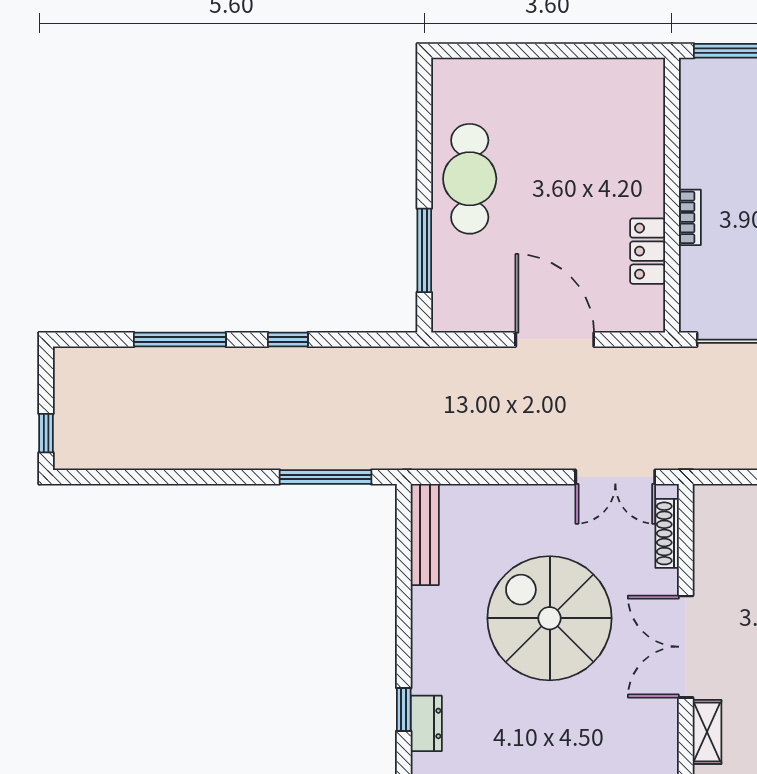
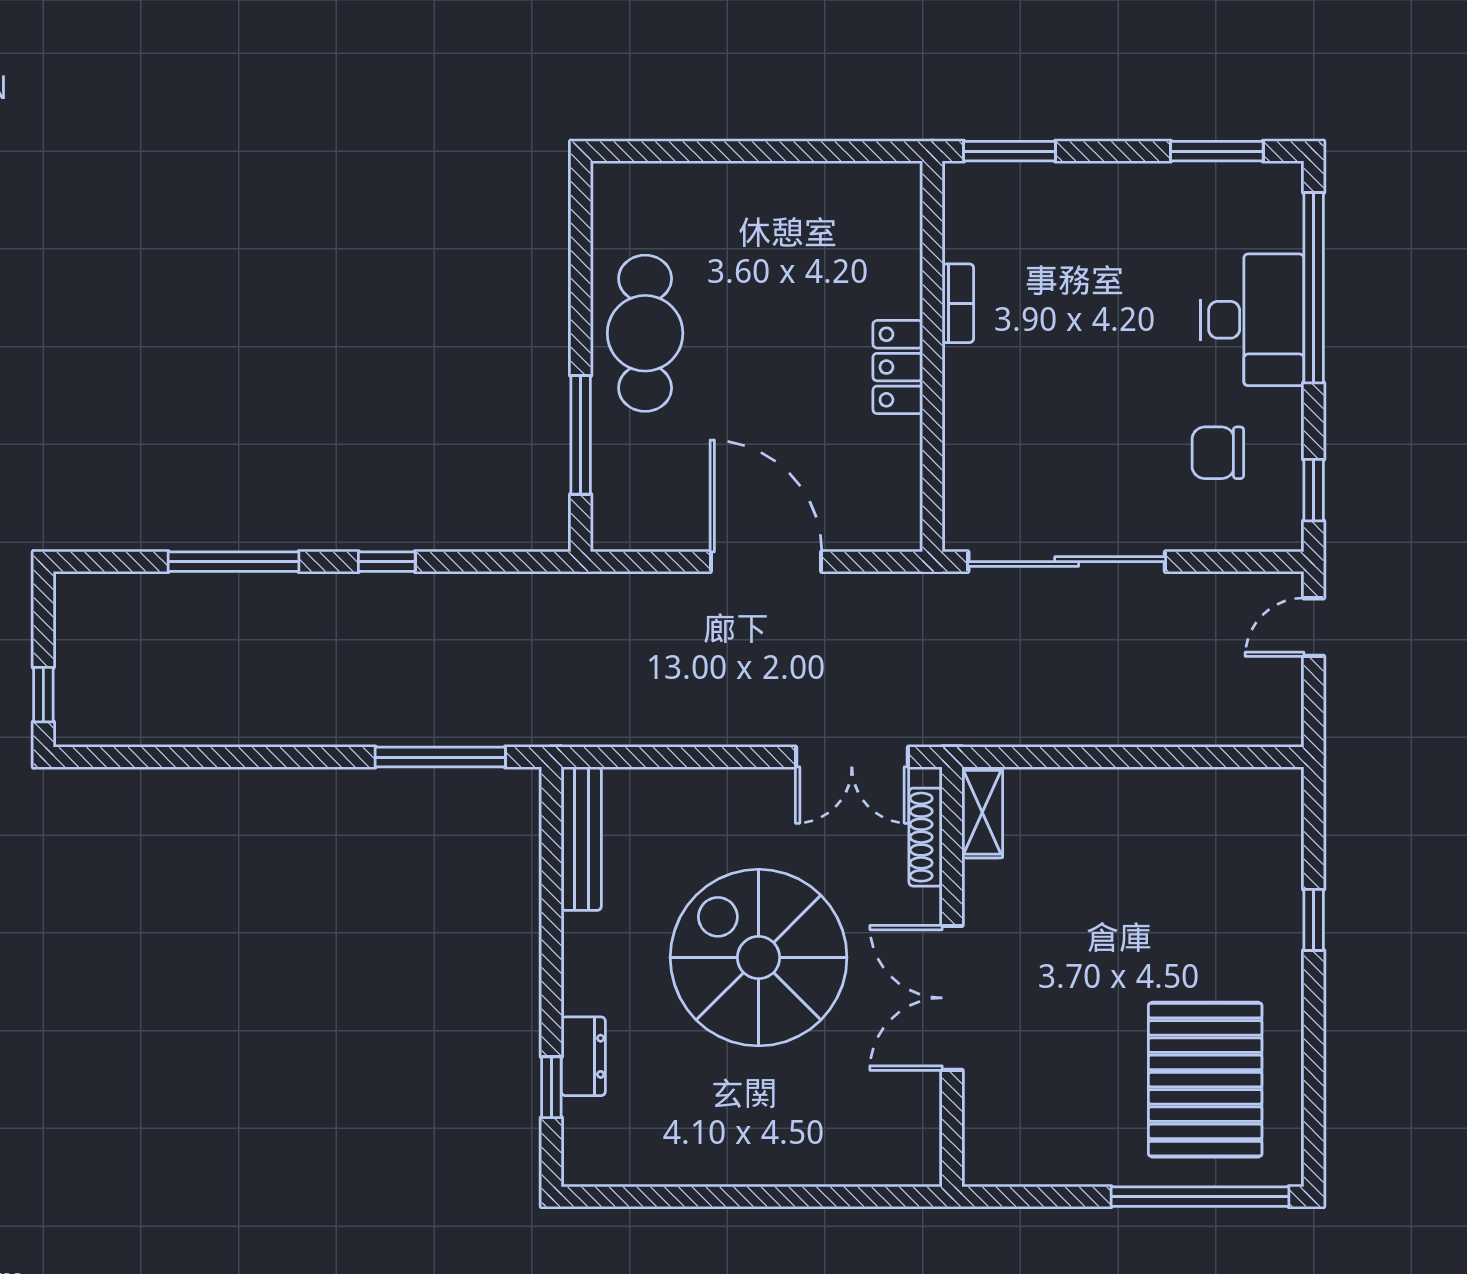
bookcase: (690, 217) -> (958, 303), moved
locker: (648, 251) -> (898, 367), moved
dresser: (426, 723) -> (583, 1056), moved
shelving: (707, 732) -> (982, 812), moved

